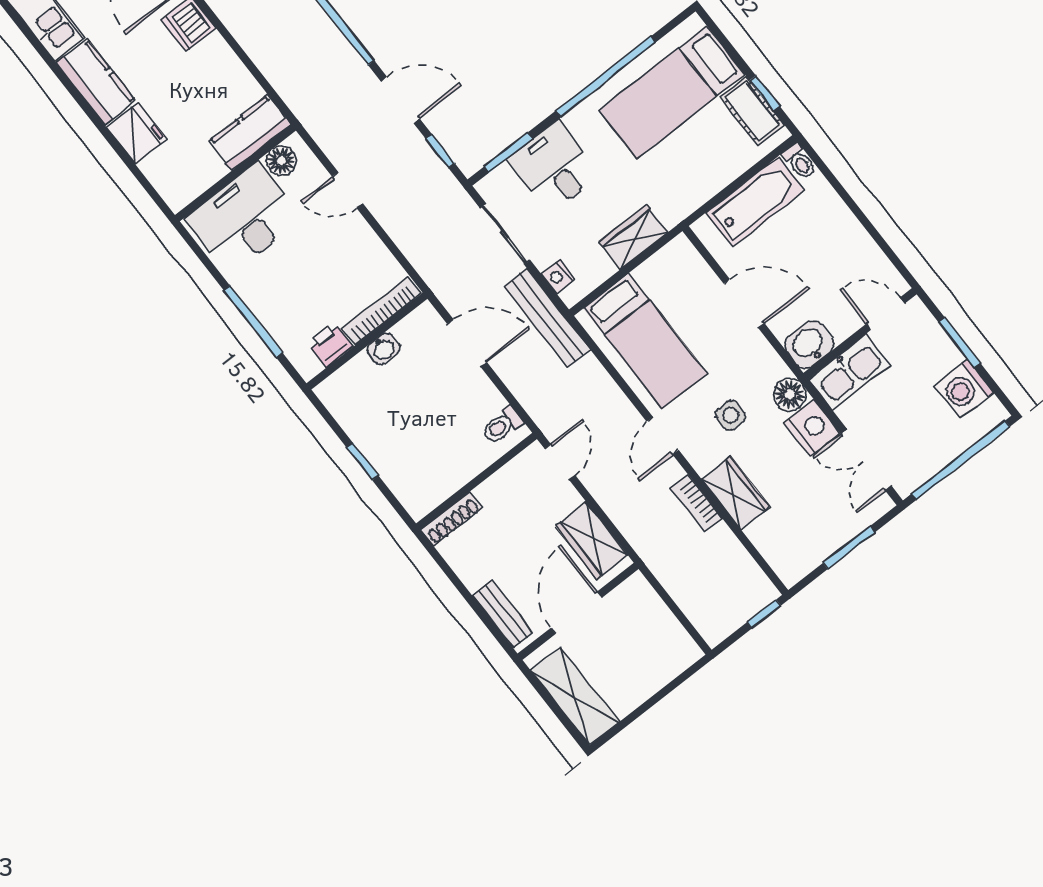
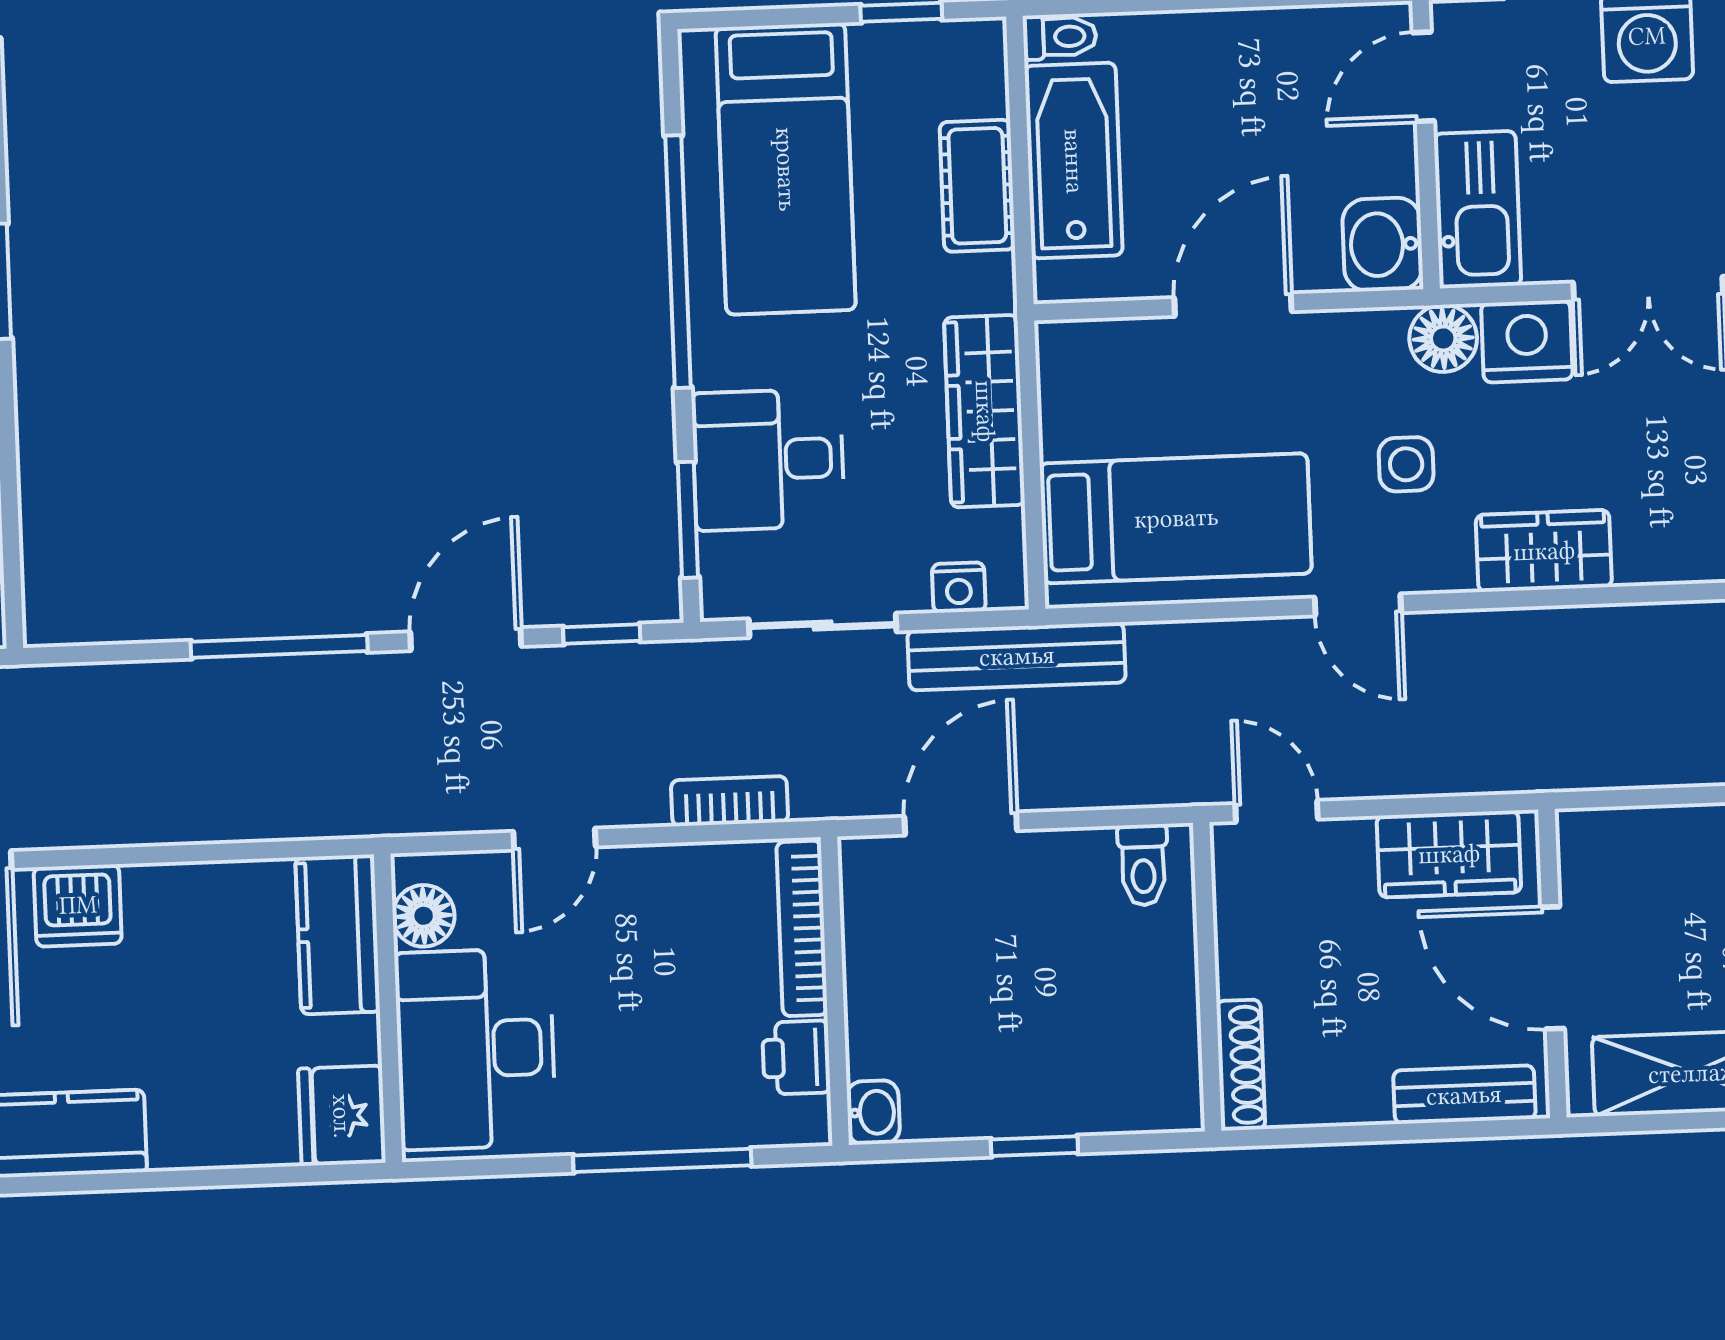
cot: (752, 111) -> (977, 186), moved, turned 90
fridge: (136, 133) -> (342, 1116), moved, turned -90
wardrobe: (633, 237) -> (985, 411), width x1.50
washbasin: (383, 349) -> (873, 1112), moved
bookcase: (696, 503) -> (730, 801), moved, turned 180

